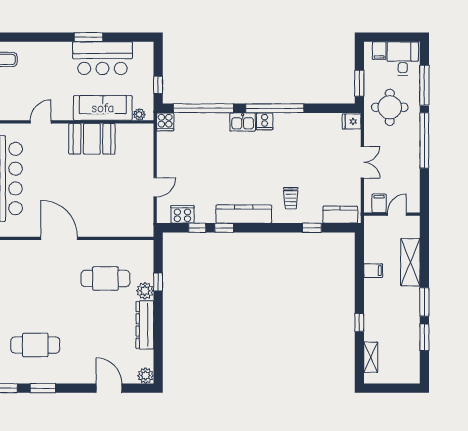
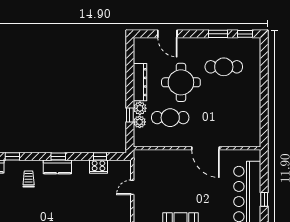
cooker: (182, 214) -> (98, 167), moved
kitchen counter: (244, 214) -> (57, 167), width x0.67
window: (224, 228) -> (58, 156), moved
round table: (91, 325) -> (181, 82), added
plant: (146, 376) -> (140, 122), moved

